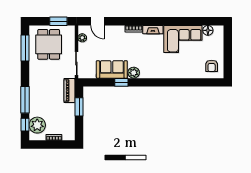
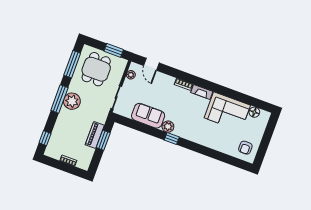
window: (121, 82) -> (172, 139), moved
piano: (70, 90) -> (95, 135), moved
window: (25, 100) -> (59, 99), moved
plant: (37, 125) -> (72, 101), moved

